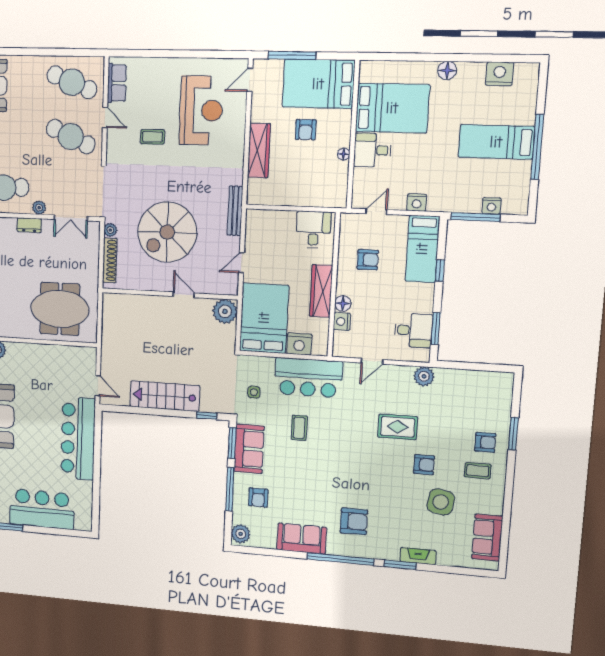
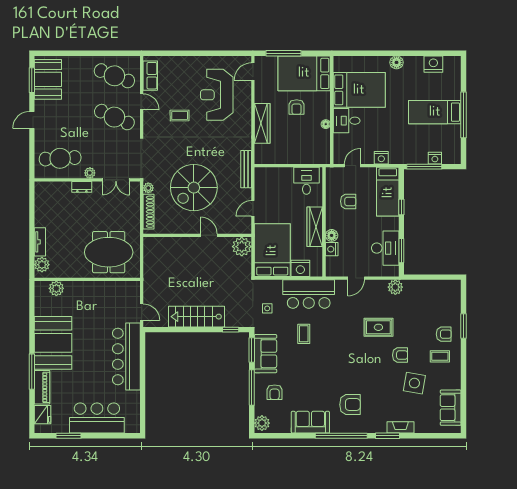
reception desk: (201, 110) -> (217, 95), turned 180
desk: (413, 330) -> (385, 248), width x1.37

